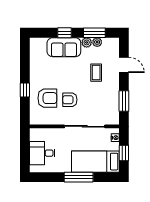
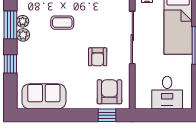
sofa: (64, 47) -> (44, 96), moved, turned -90
window: (25, 90) -> (107, 115), moved
armchair: (47, 98) -> (109, 92), moved

